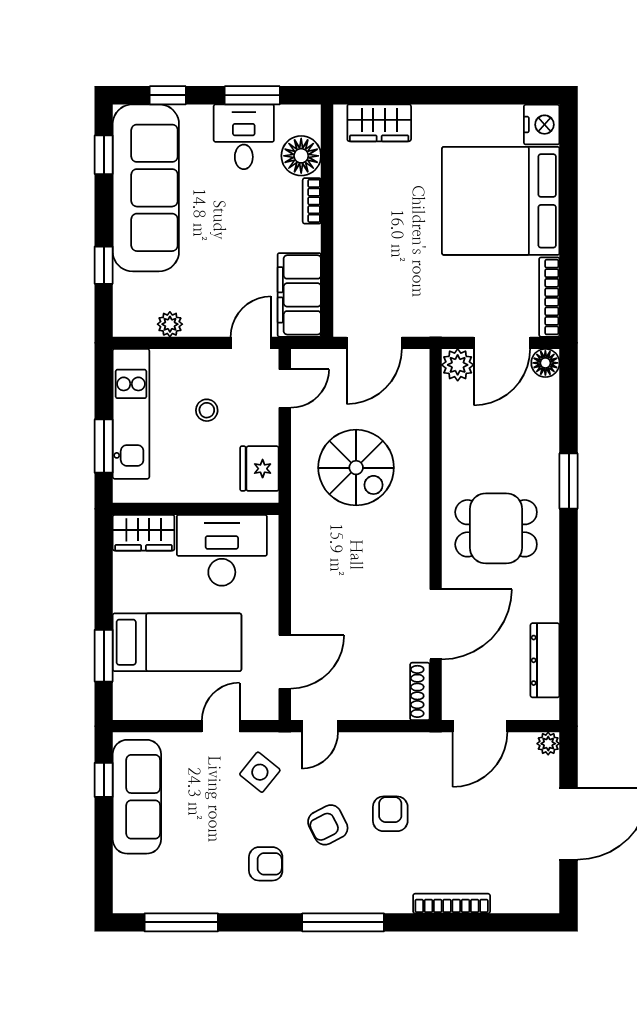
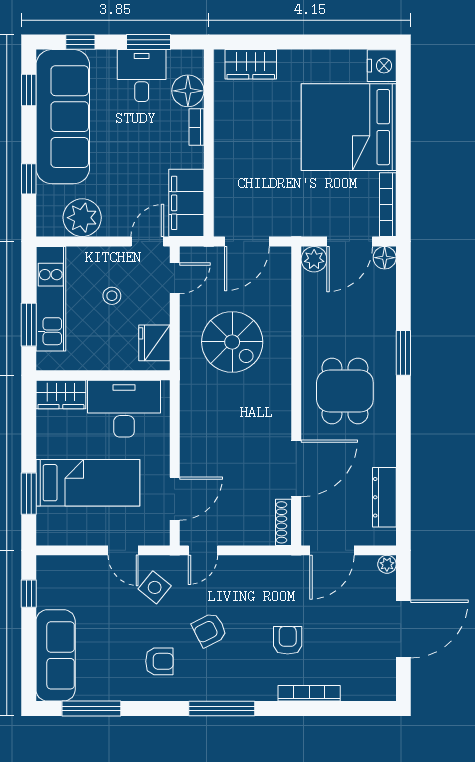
plant: (170, 324) -> (82, 218), width x1.87, depth x1.87
dining table: (496, 528) -> (345, 391), turned 90
door: (221, 726) -> (123, 550), swing flipped
sofa: (137, 797) -> (56, 655), moved
armchair: (390, 814) -> (288, 640), moved

